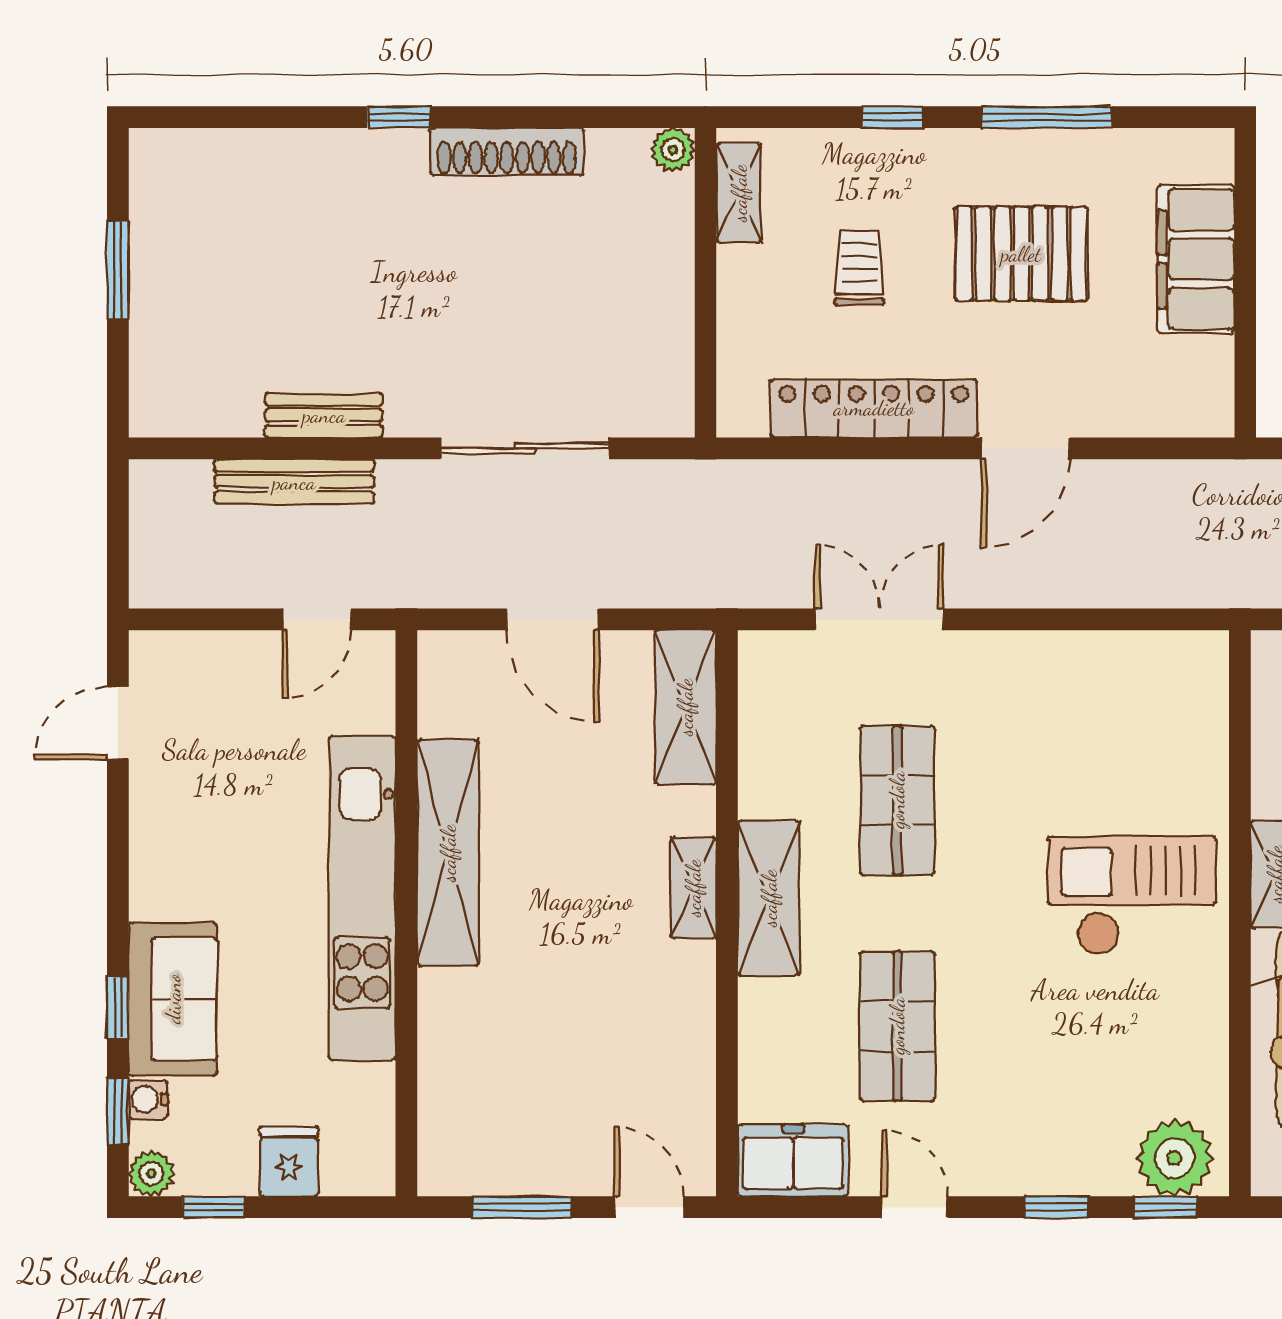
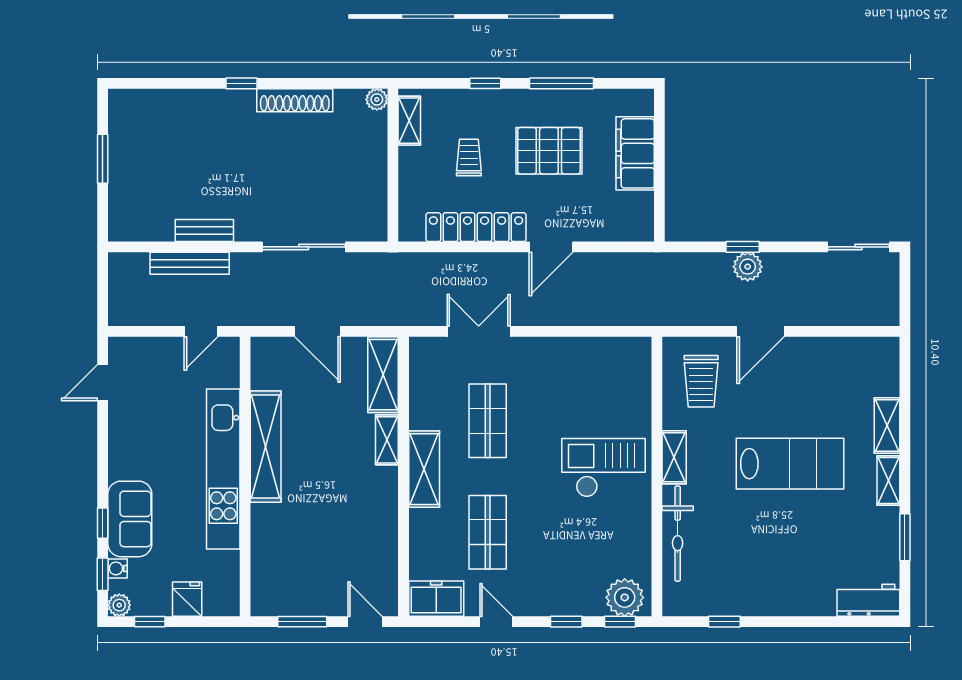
shelving: (693, 888) -> (387, 440), moved

